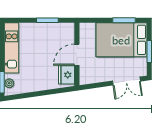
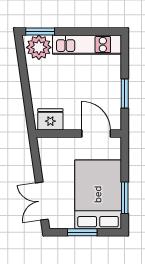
door: (77, 55) -> (96, 134), moved
plant: (9, 83) -> (39, 47), width x1.88, depth x1.88

